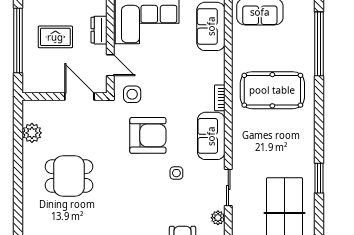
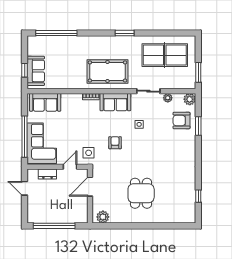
rug: (55, 37) -> (52, 202), removed
pool table: (272, 90) -> (107, 71), moved, turned 90
plant: (32, 133) -> (103, 217), moved
armchair: (148, 135) -> (115, 143), width x0.53, depth x0.53
window: (319, 178) -> (125, 33), moved

